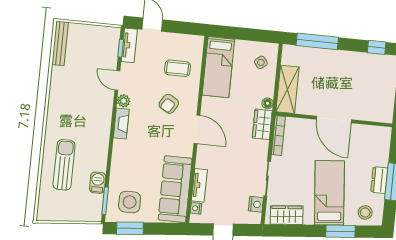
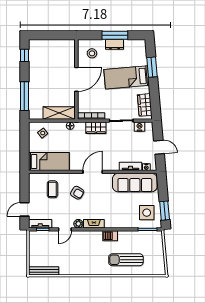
wardrobe: (262, 124) -> (96, 128), moved
barbecue: (98, 183) -> (110, 236), moved
stool: (365, 213) -> (92, 53), moved

